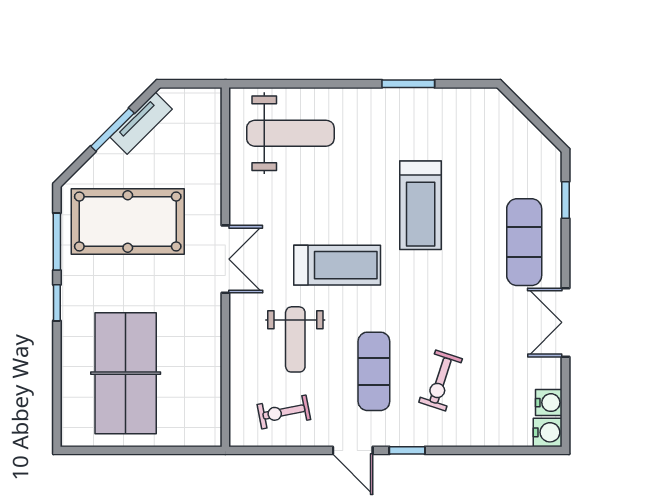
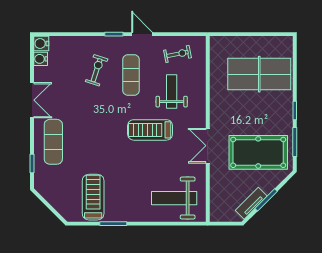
treadmill: (421, 205) -> (93, 197), moved
double door: (225, 259) -> (208, 146), moved
table tennis table: (126, 373) -> (259, 74), turned 90

